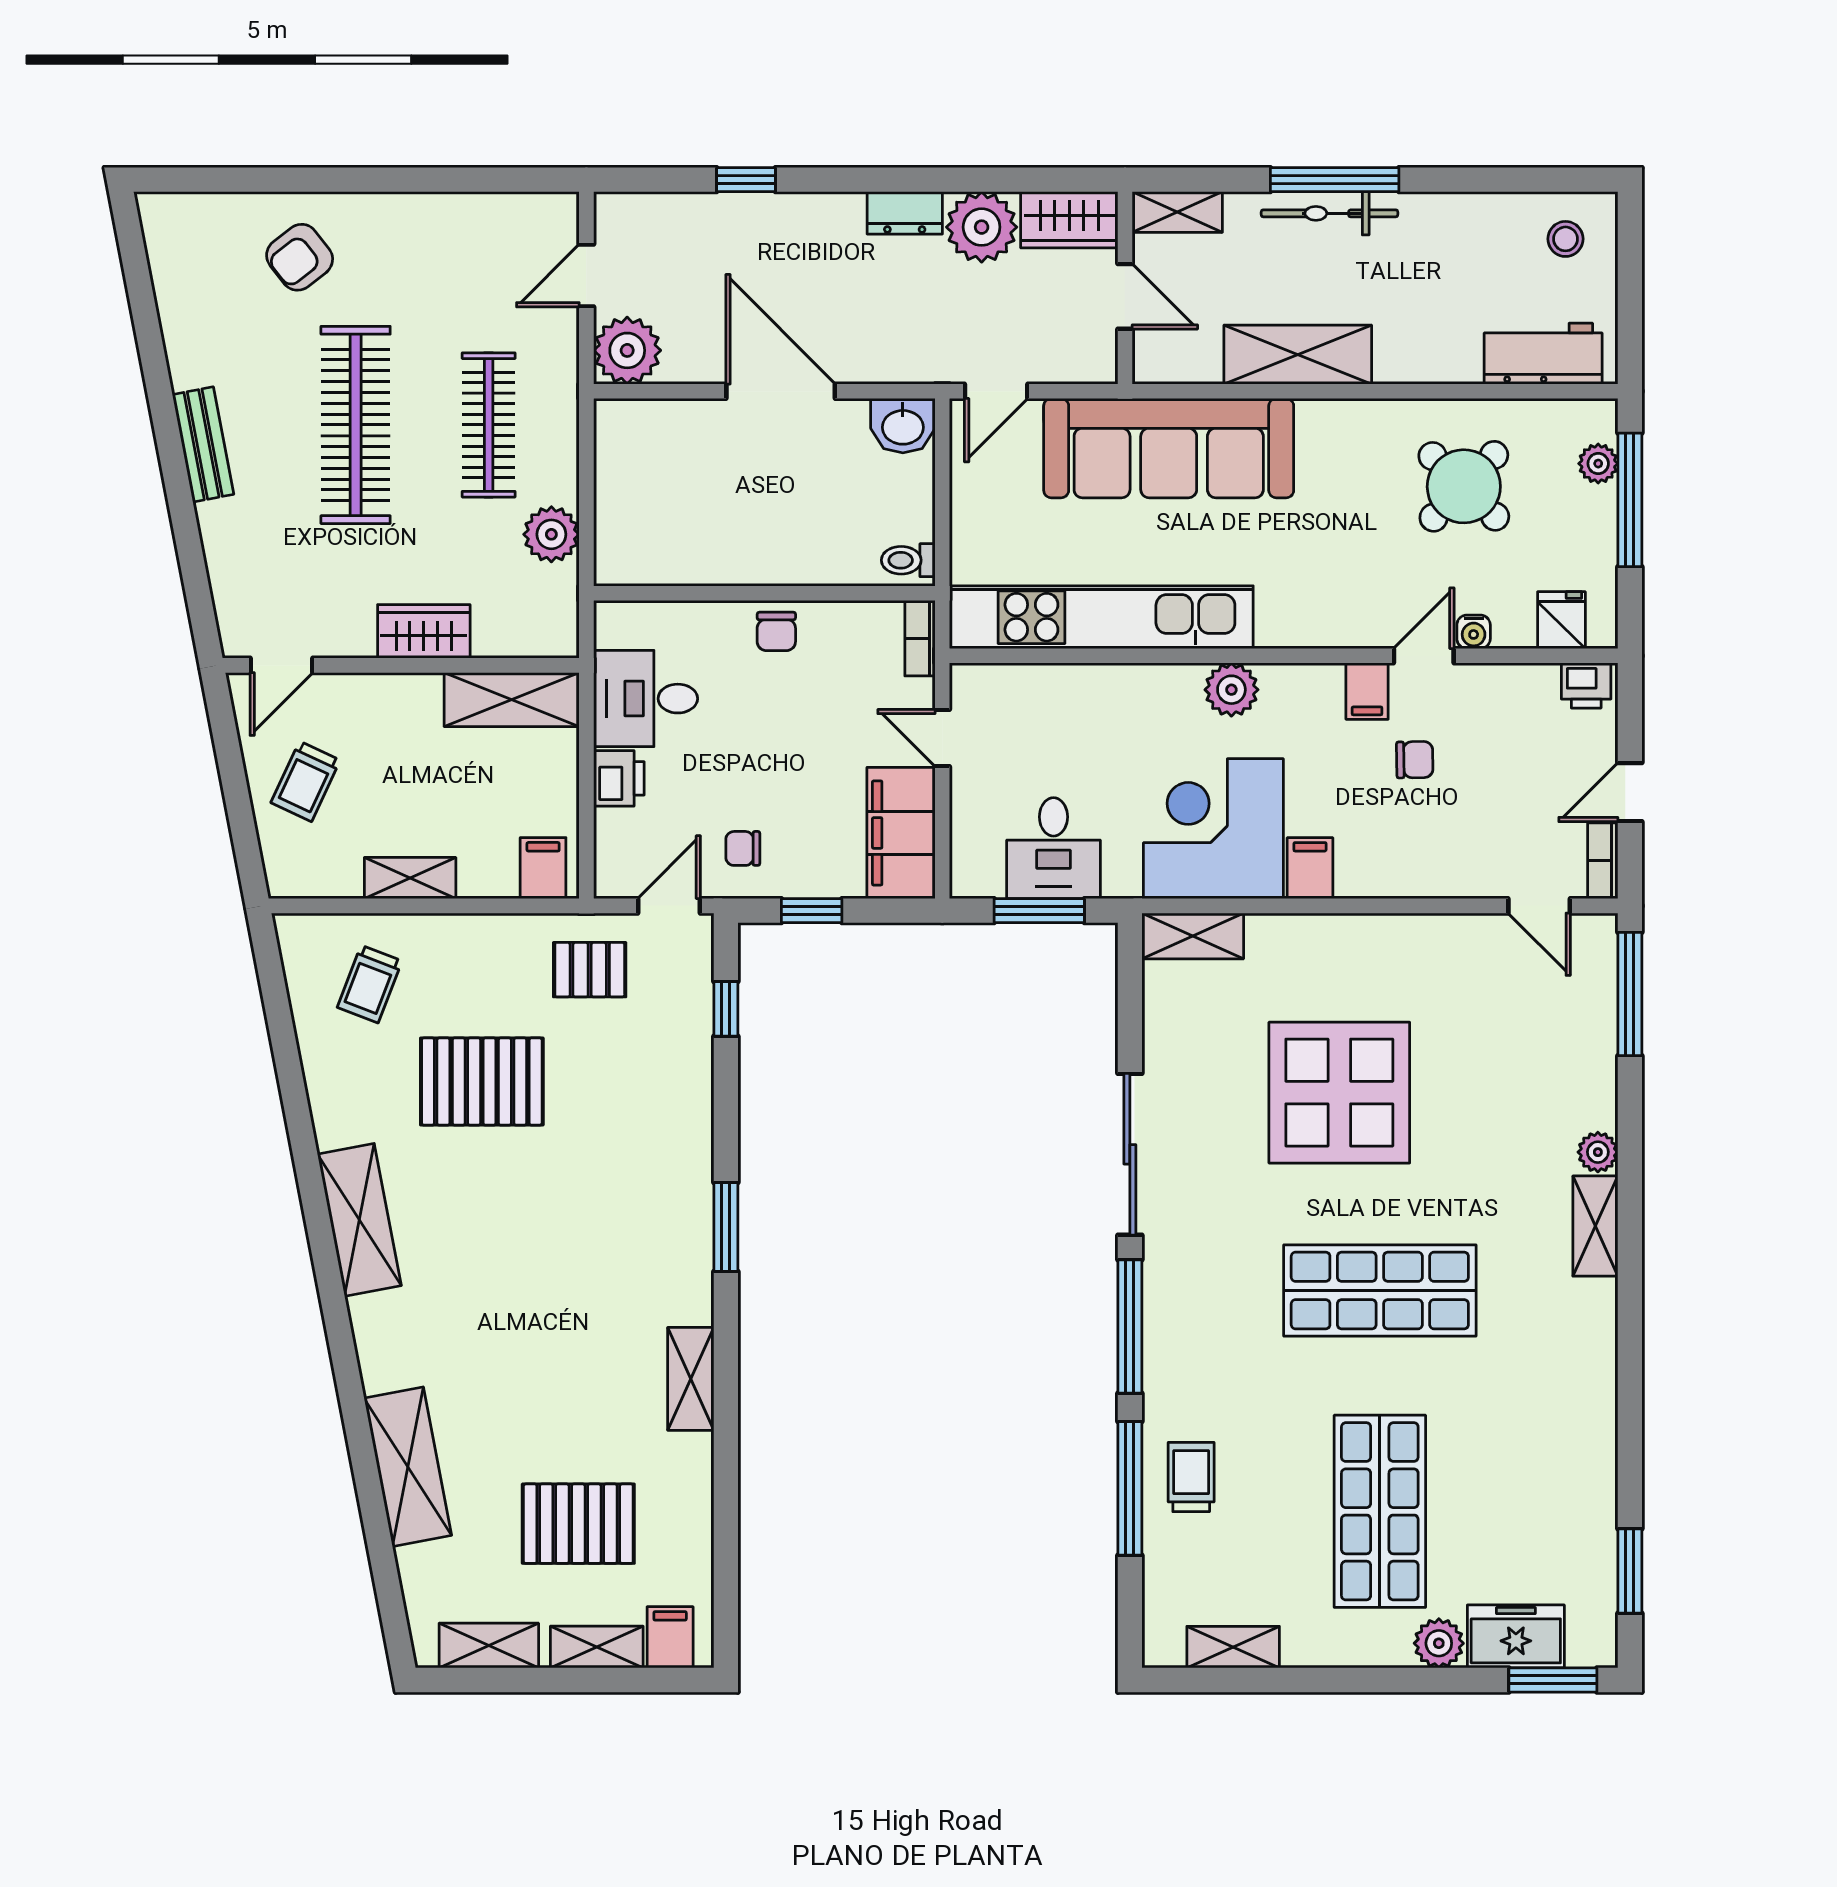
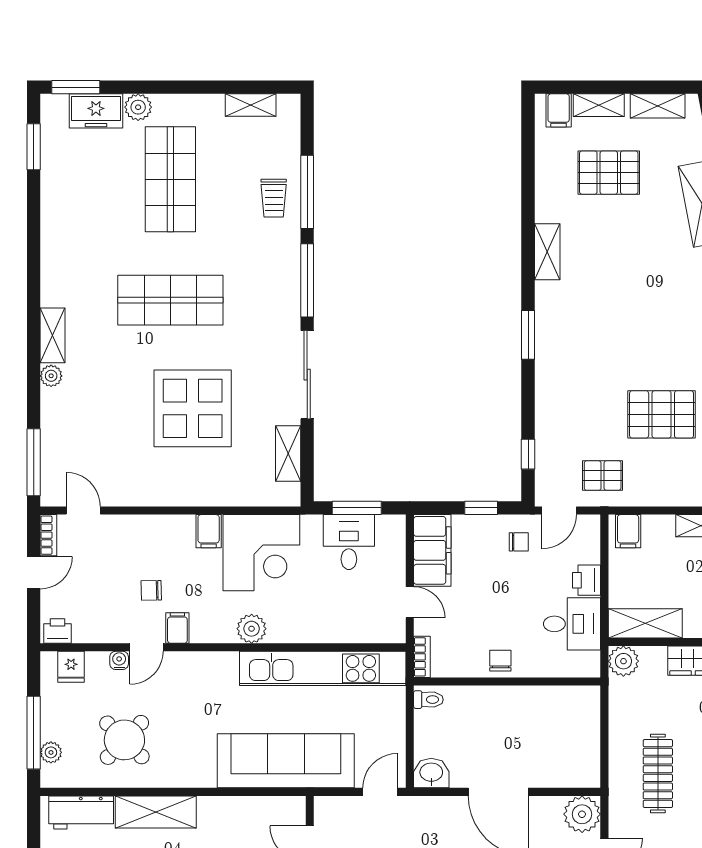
shelving: (1298, 355) -> (156, 812), moved
plant: (551, 534) -> (623, 661), moved
shelving: (1193, 936) -> (288, 454), moved, turned 90

